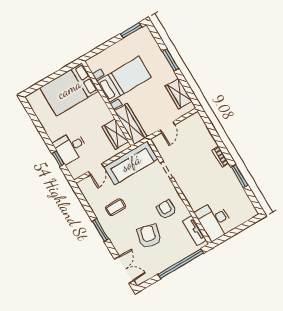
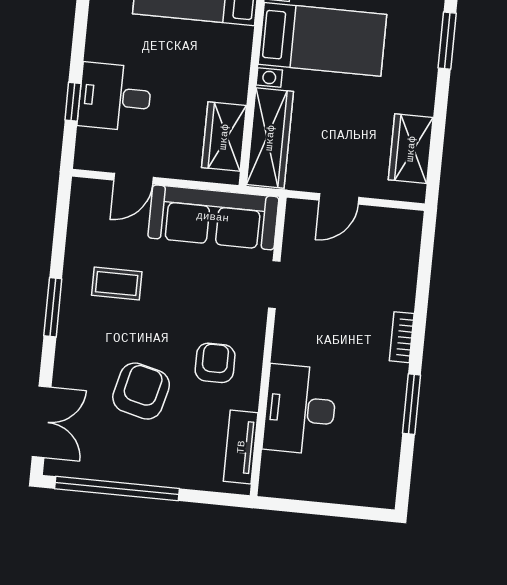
window: (171, 60) -> (447, 41), moved
desk: (214, 221) -> (300, 409), moved
window: (181, 264) -> (117, 489), moved

